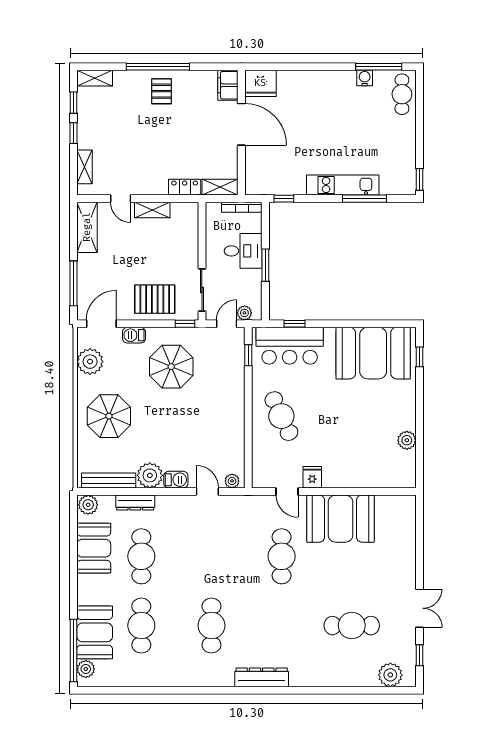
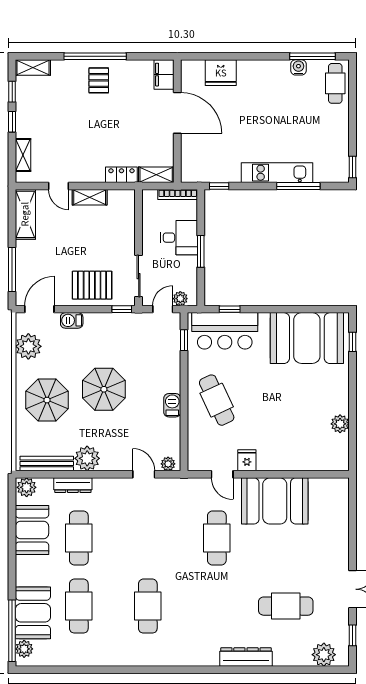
fridge: (260, 83) -> (221, 73), moved
parasol: (171, 367) -> (104, 389), moved
barbecue: (176, 480) -> (172, 405), moved, turned -90
dresser: (262, 677) -> (246, 657), moved

